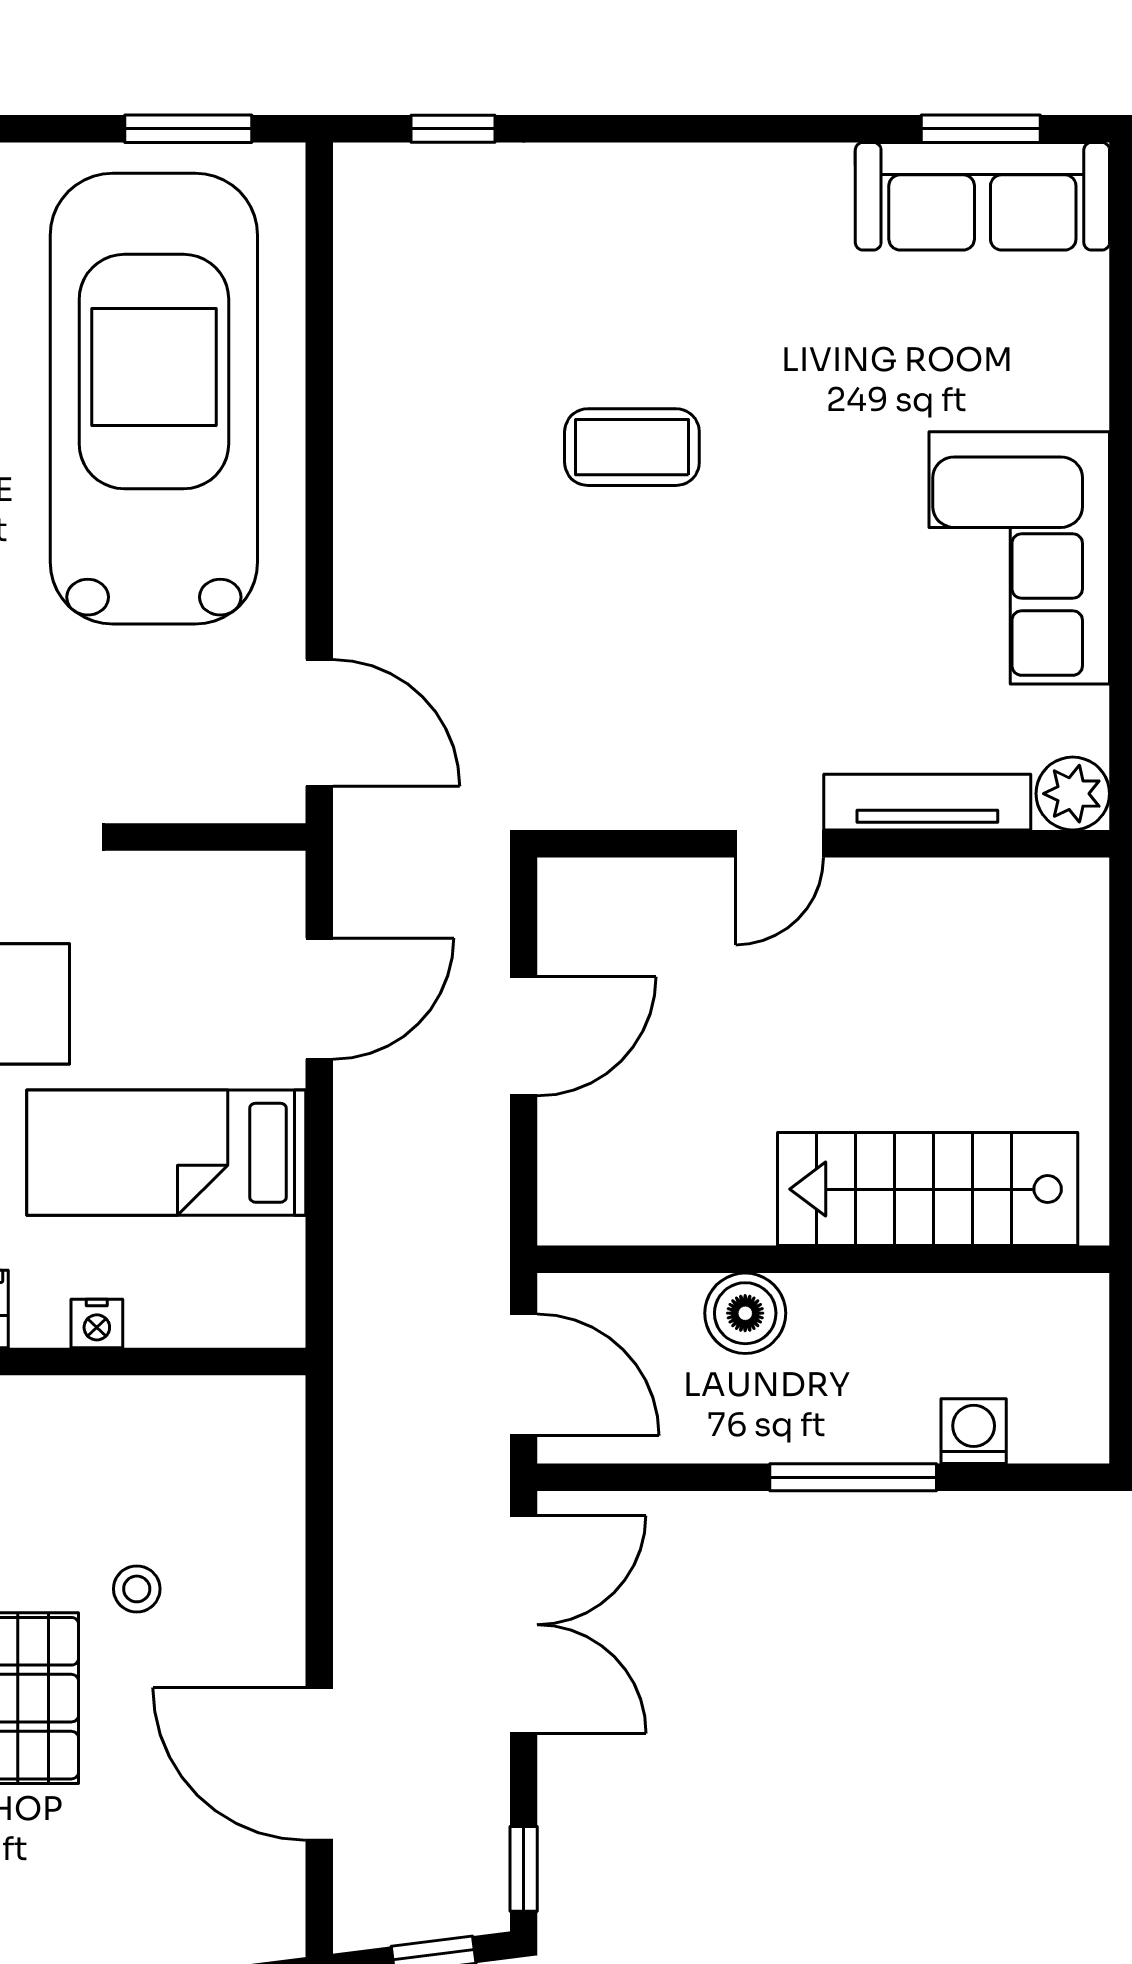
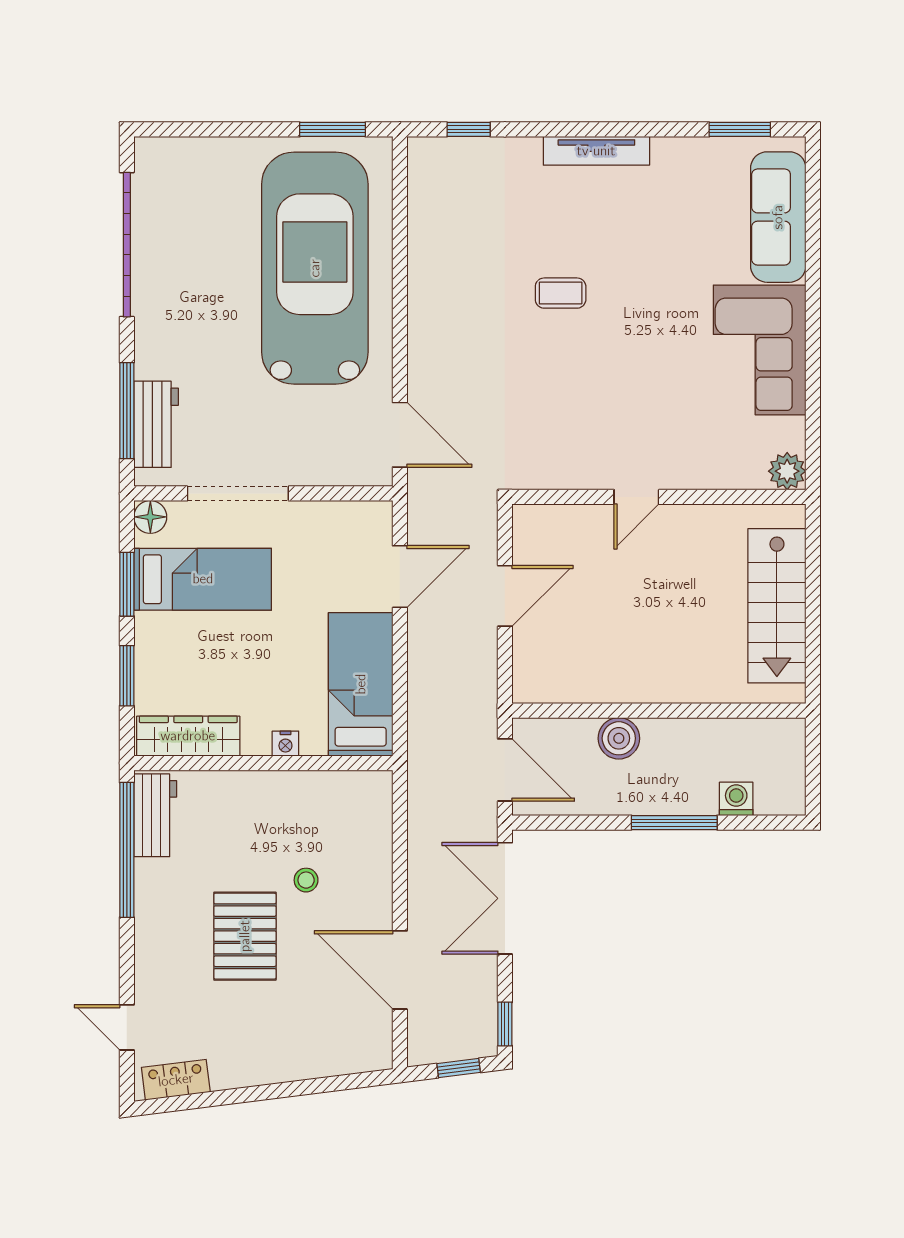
sofa: (982, 196) -> (778, 217), moved, turned 90
coffee table: (632, 447) -> (561, 293), width x0.73, depth x0.77
tv unit: (927, 802) -> (596, 151), moved, turned 180
bed: (166, 1153) -> (361, 684), moved, turned 90
stairs: (928, 1189) -> (777, 606), moved, turned -90
double door: (524, 1625) -> (505, 898), swing flipped

